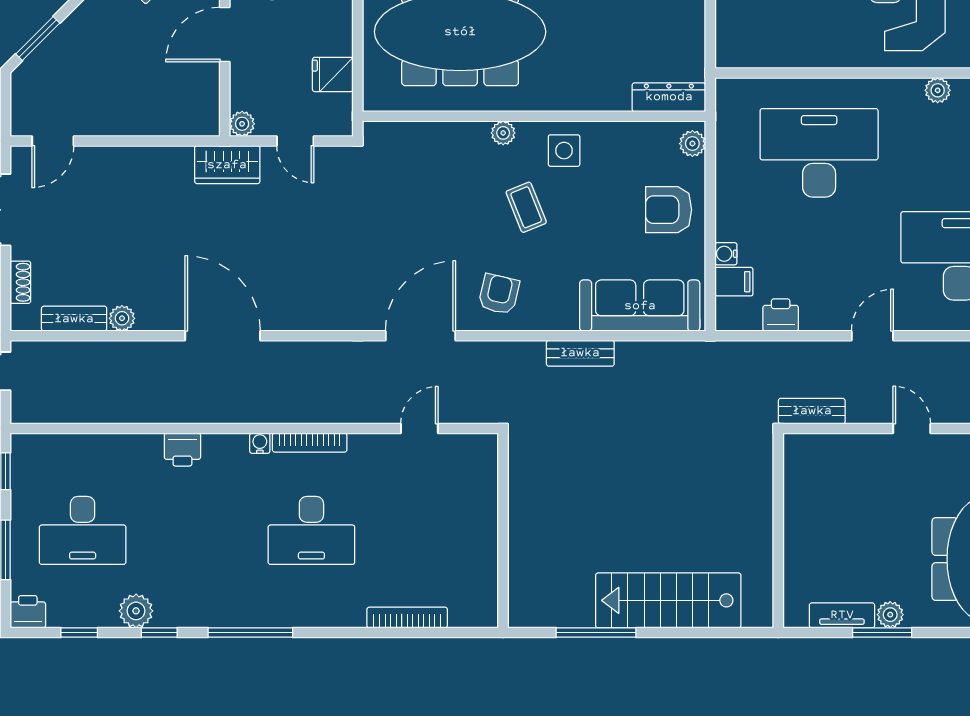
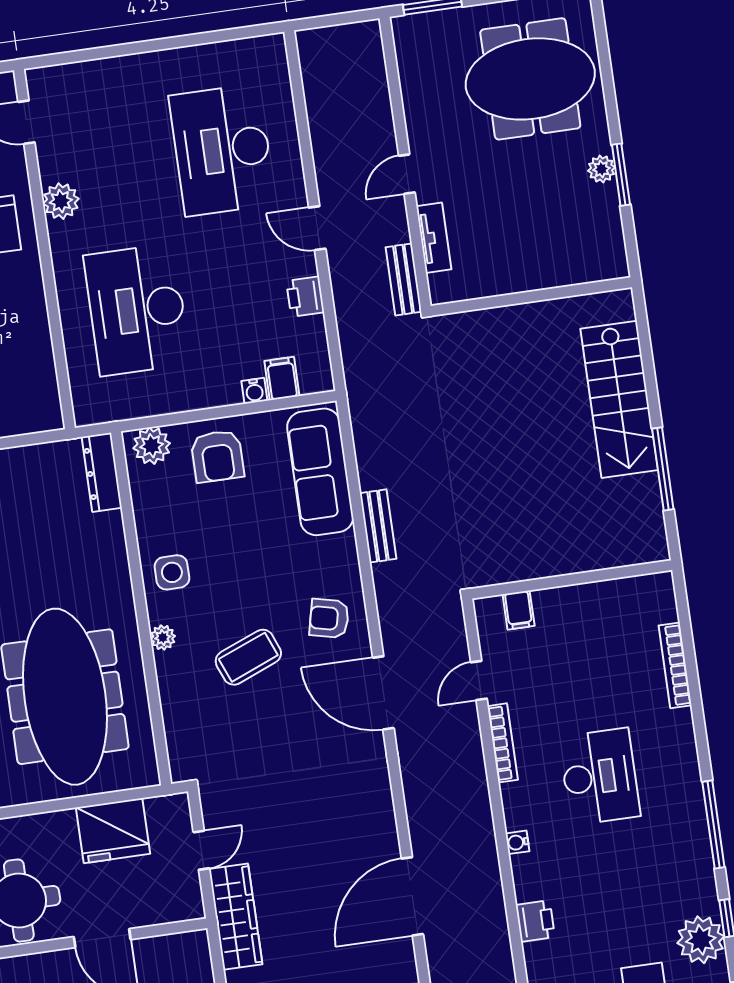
fridge: (333, 74) -> (113, 831), width x1.88, depth x1.34
plant: (938, 90) -> (61, 201), width x1.38, depth x1.38
plant: (242, 124) -> (192, 907), removed
plant: (692, 144) -> (152, 446), width x1.38, depth x1.38
wardrobe: (227, 165) -> (236, 917), width x1.50
coffee table: (526, 207) -> (248, 657), moved, width x1.36, depth x1.30
printer: (781, 315) -> (305, 297), moved
door: (419, 428) -> (479, 681), hinge flipped
bookcase: (310, 443) -> (503, 743), moved
filing cabinet: (481, 476) -> (519, 610), added
plant: (136, 611) -> (701, 940), width x1.36, depth x1.36
tv unit: (842, 615) -> (434, 238), moved, turned 180

